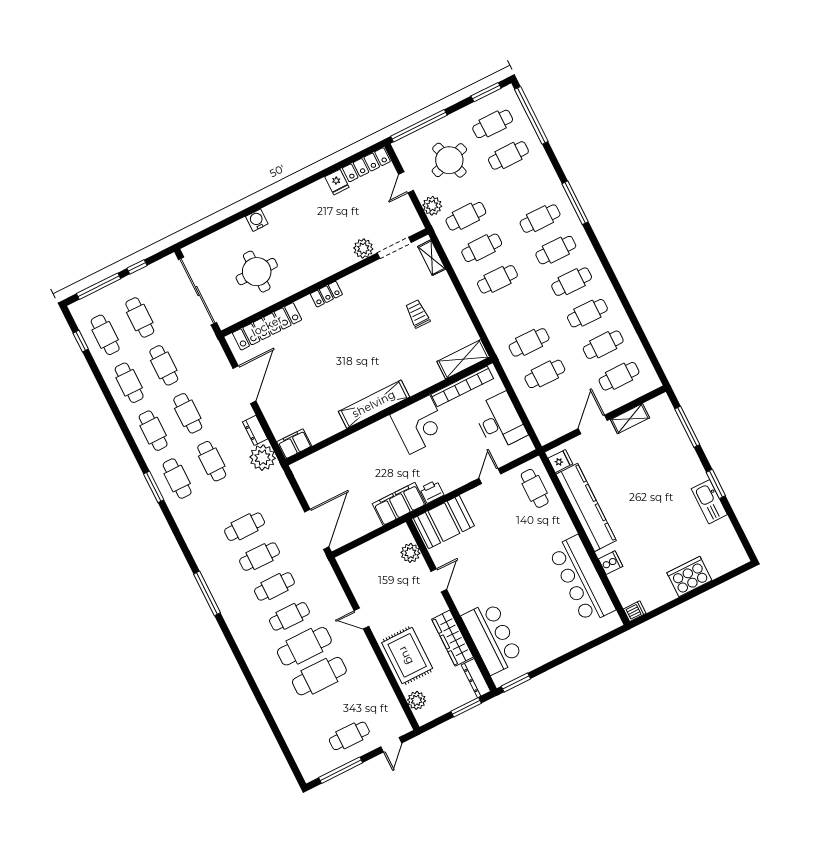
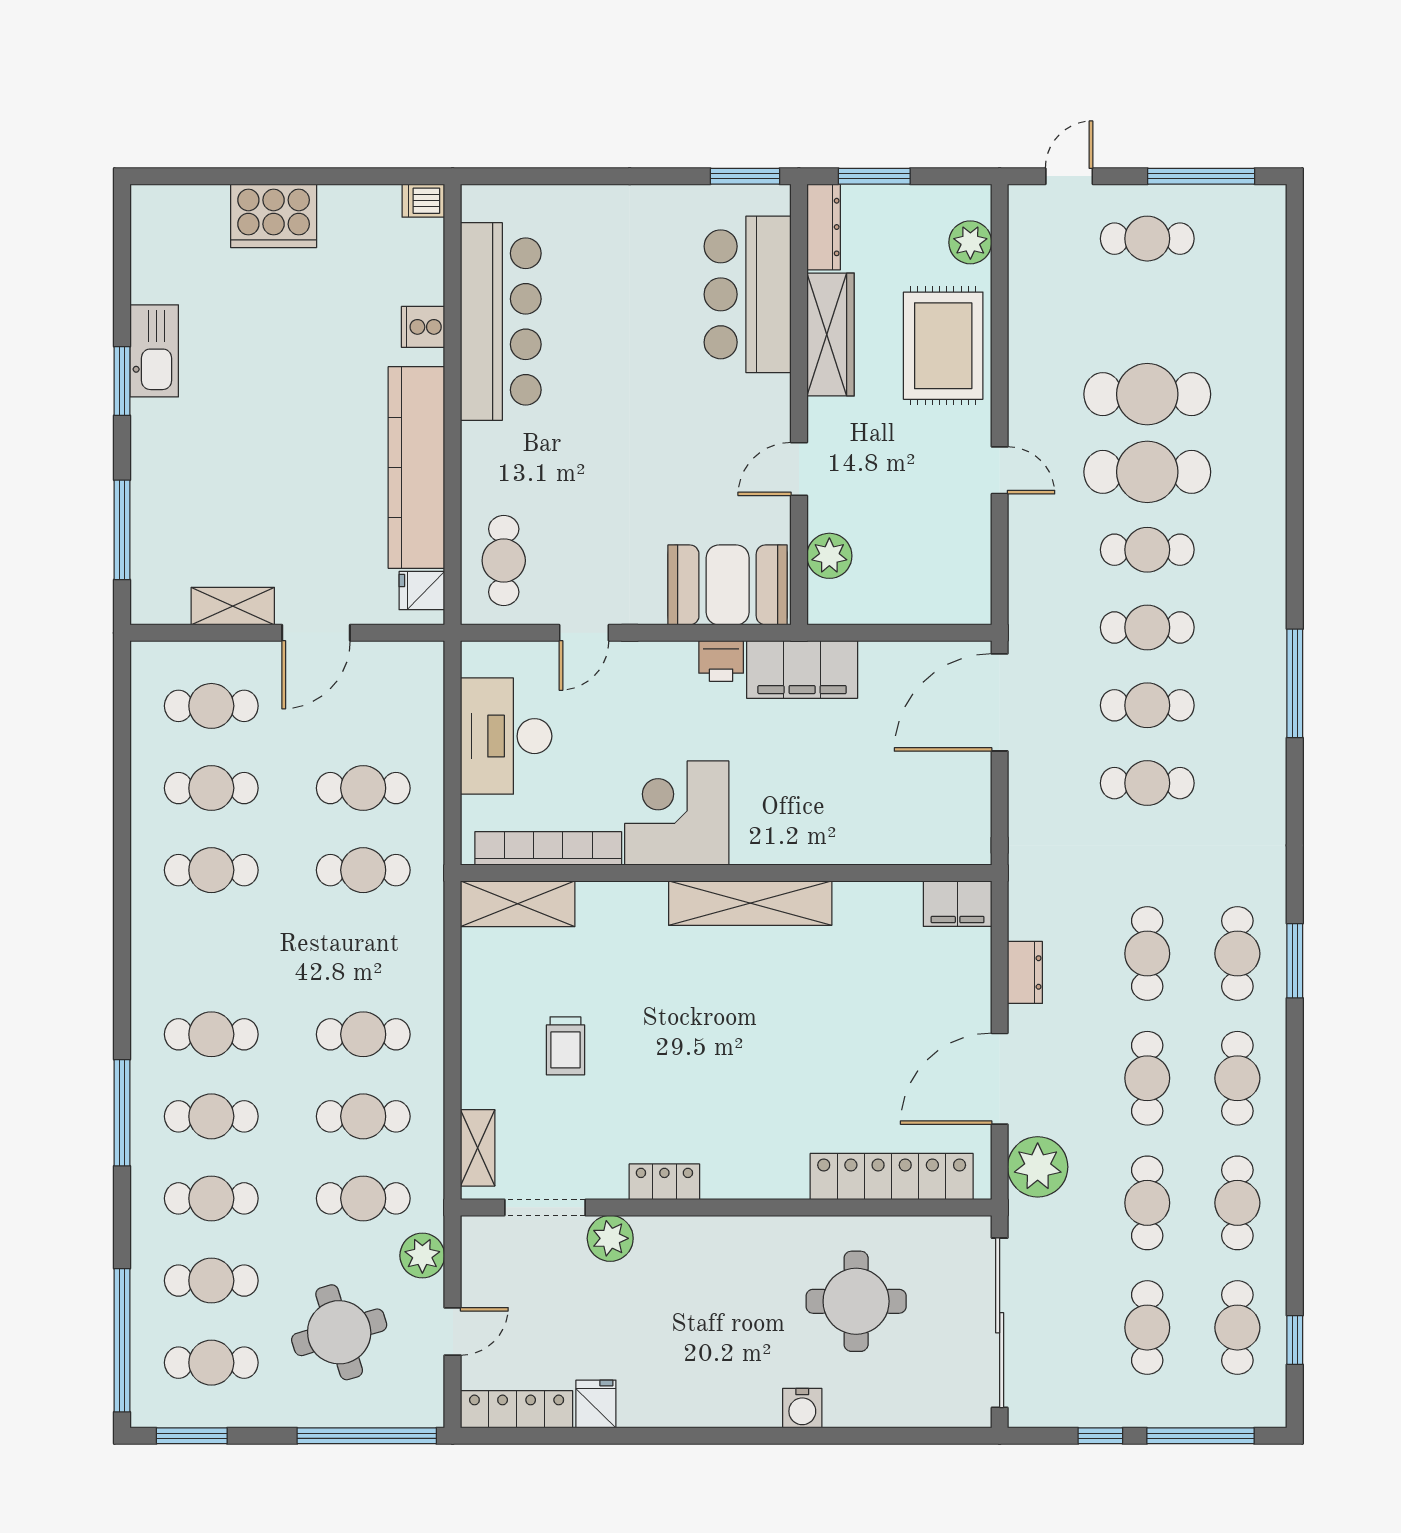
cafe table: (572, 282) -> (211, 1198), moved
locker: (326, 294) -> (664, 1182), moved
plant: (263, 458) -> (1038, 1167), moved

